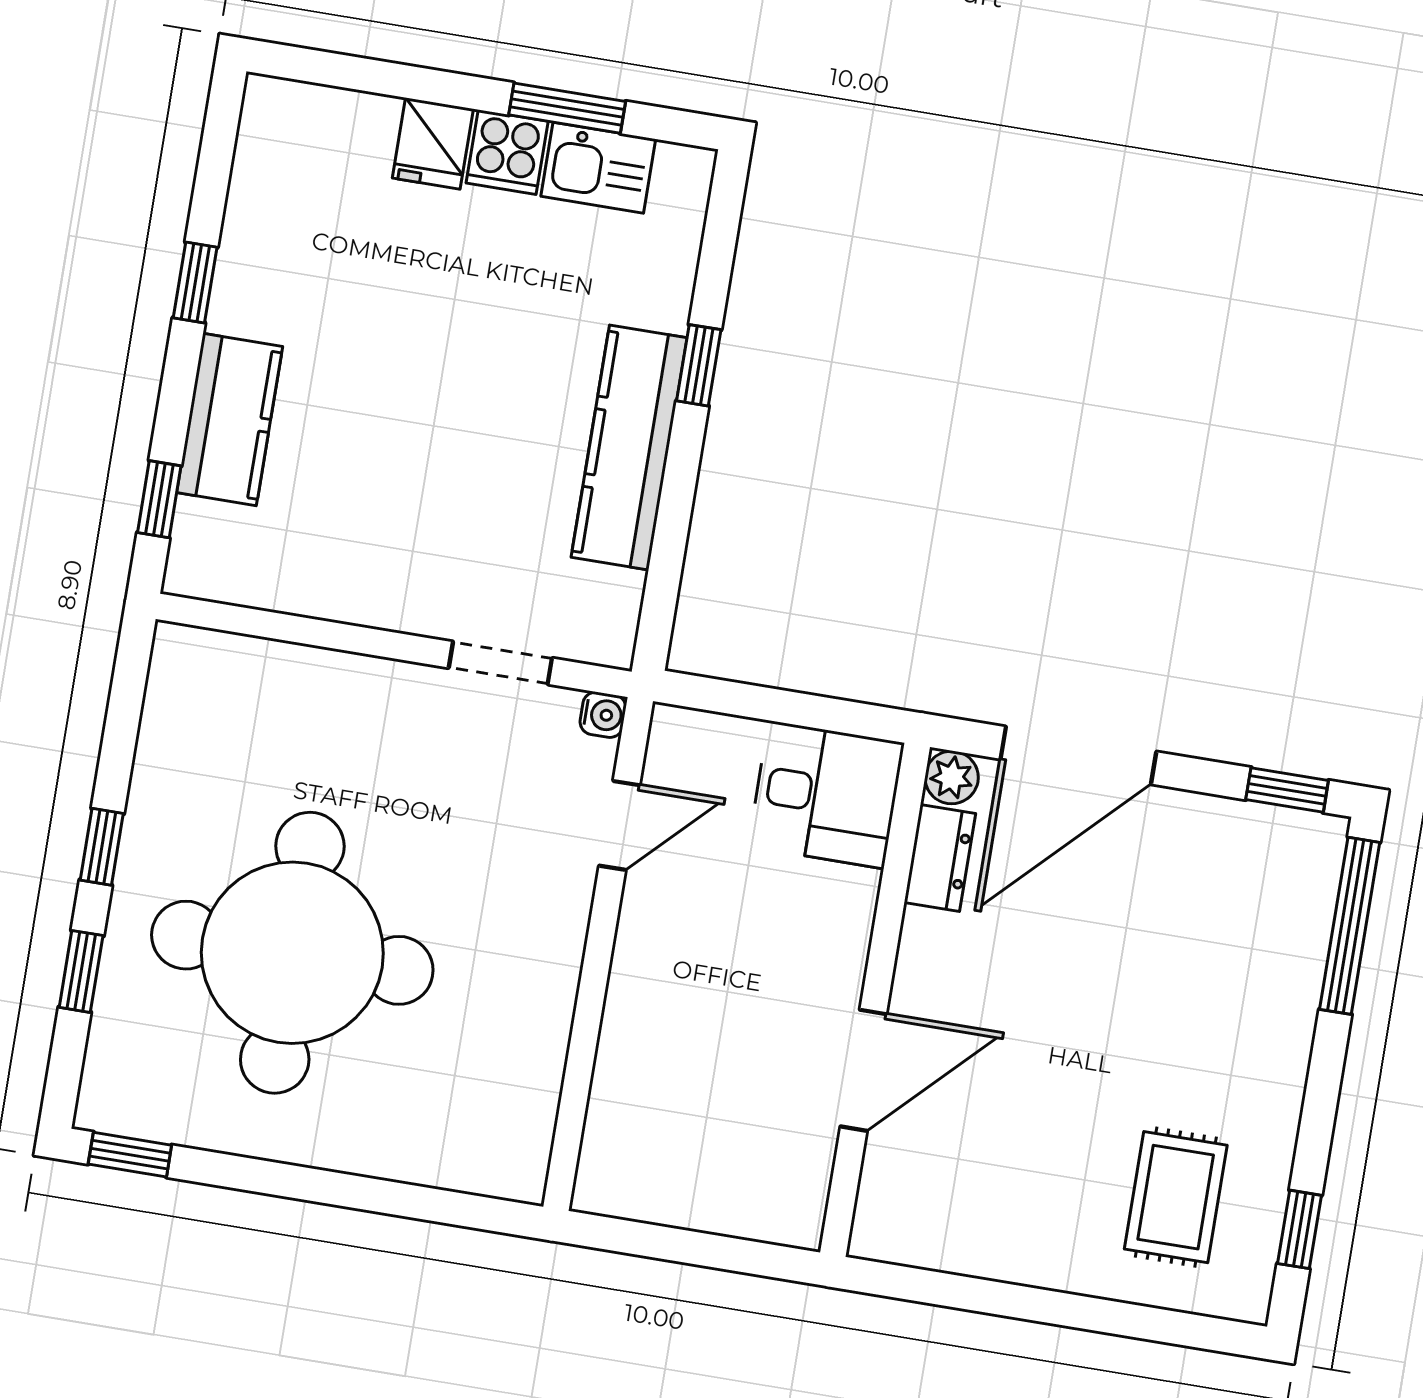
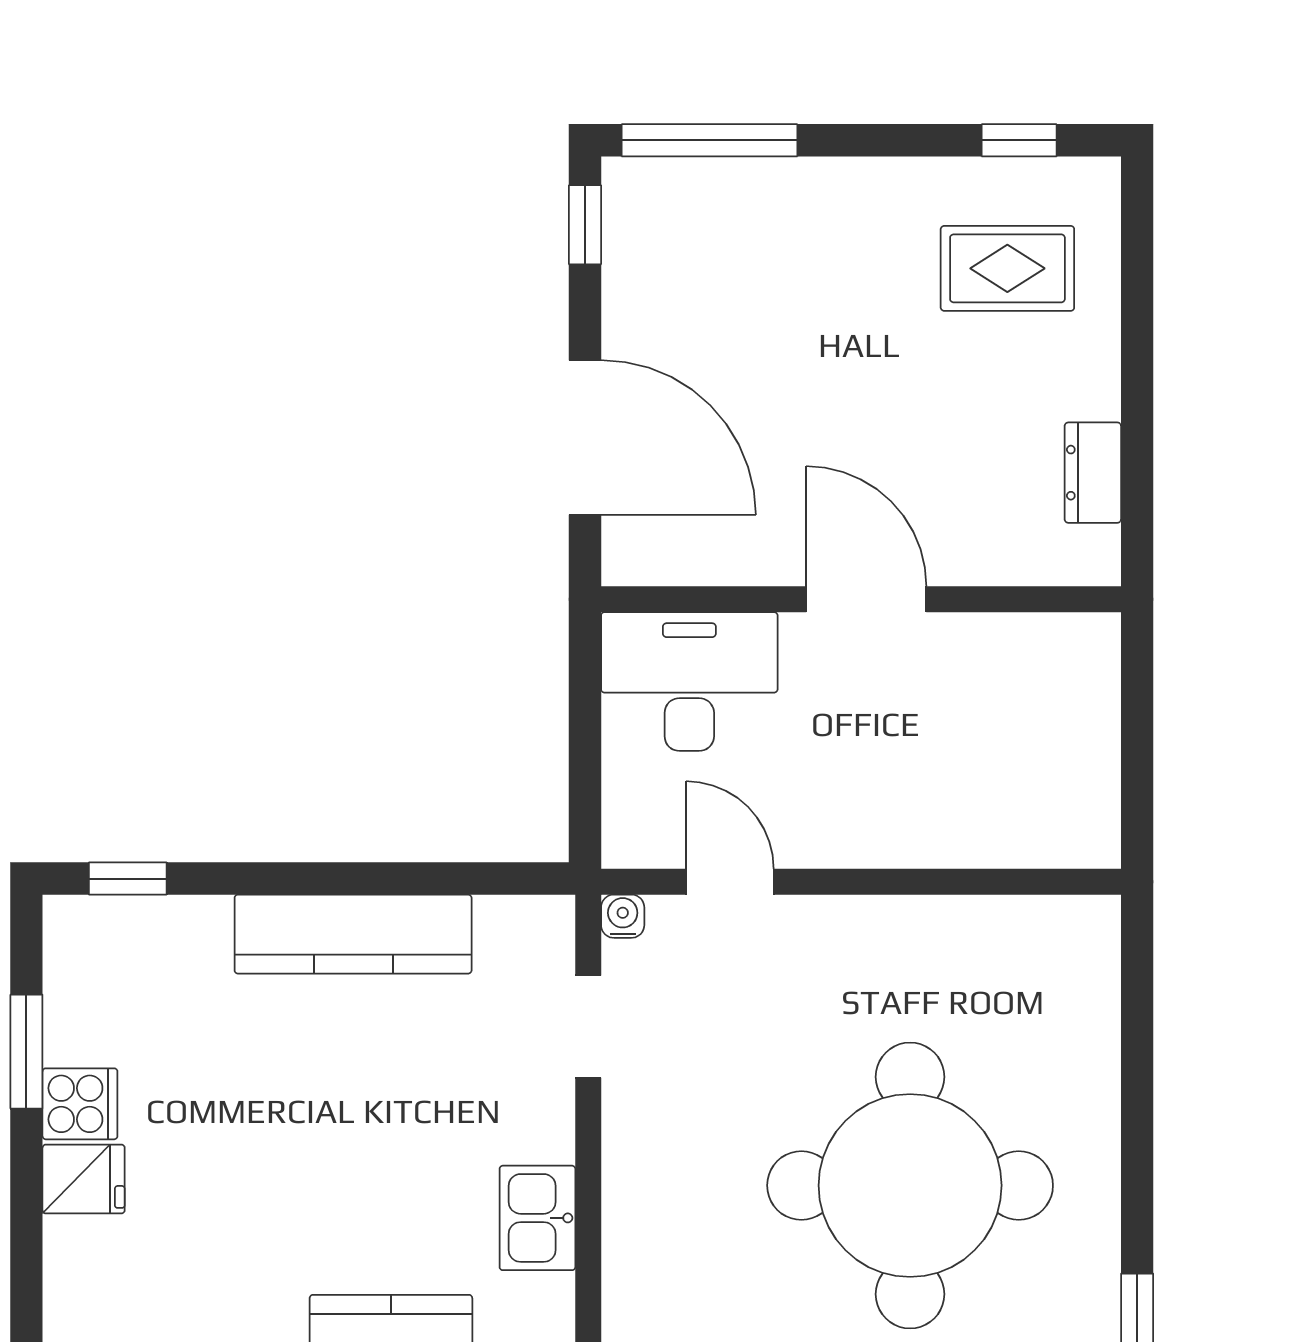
kitchen sink: (598, 168) -> (537, 1218), moved, turned 180
window: (699, 365) -> (128, 879), moved
plant: (952, 777) -> (628, 560), removed
desk: (826, 795) -> (689, 681), width x1.37
dresser: (940, 858) -> (1093, 473), moved, turned -90
door: (863, 1070) -> (866, 599), moved

